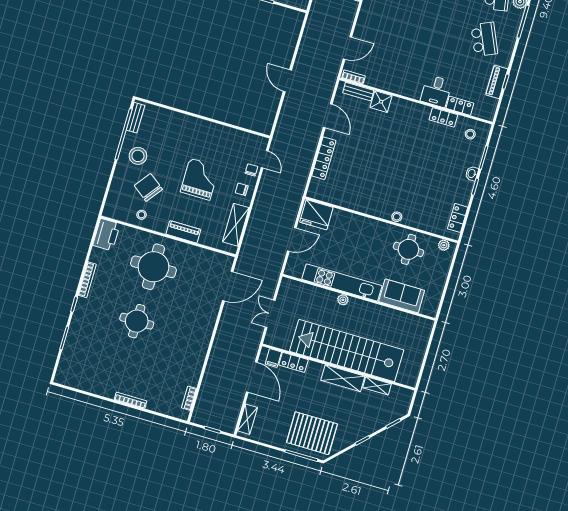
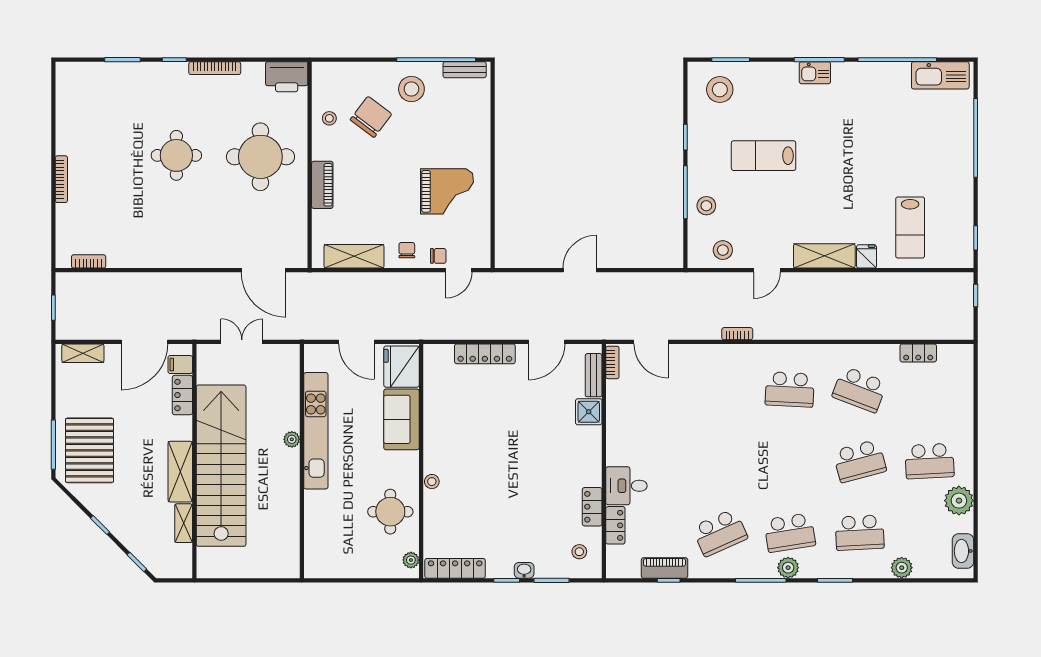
grand piano: (200, 179) -> (447, 191), moved
locker: (458, 218) -> (455, 568), width x1.53
sofa: (402, 296) -> (401, 419), moved, turned 180

